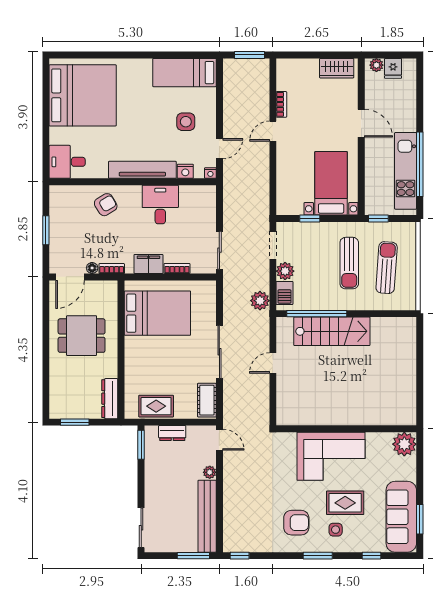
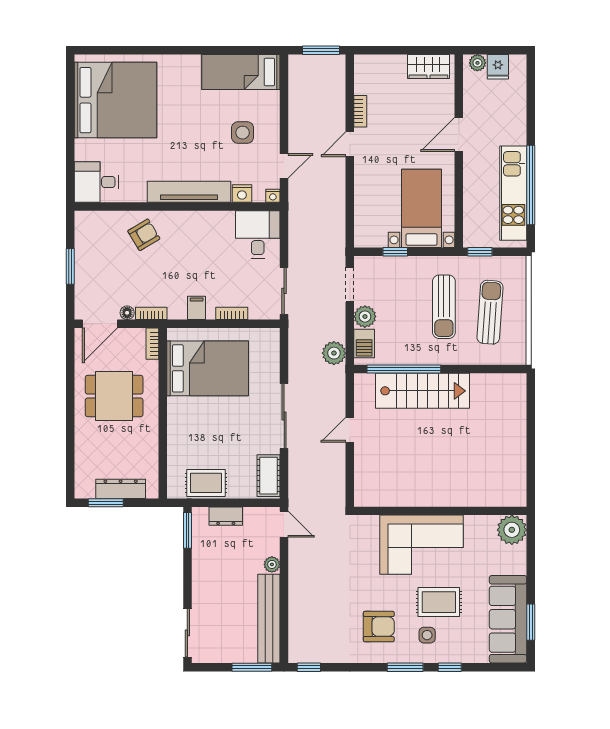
door: (361, 123) -> (459, 134), swing flipped
desk: (160, 205) -> (258, 235), moved
filing cabinet: (148, 264) -> (197, 308), width x0.50
bookcase: (113, 293) -> (152, 344), added
dresser: (110, 399) -> (121, 489), moved, turned 90
window: (371, 556) -> (450, 667), moved

